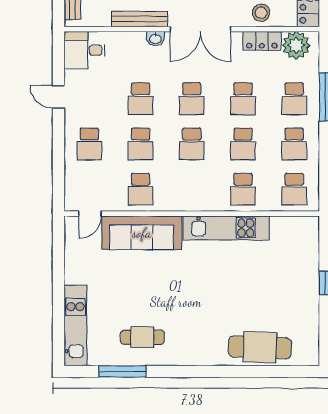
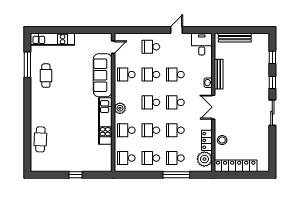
double door: (200, 29) -> (213, 107), width x0.73
plant: (202, 201) -> (120, 108), added
door: (90, 214) -> (113, 47), swing flipped
cafe table: (260, 347) -> (40, 139), width x0.73, depth x0.74

